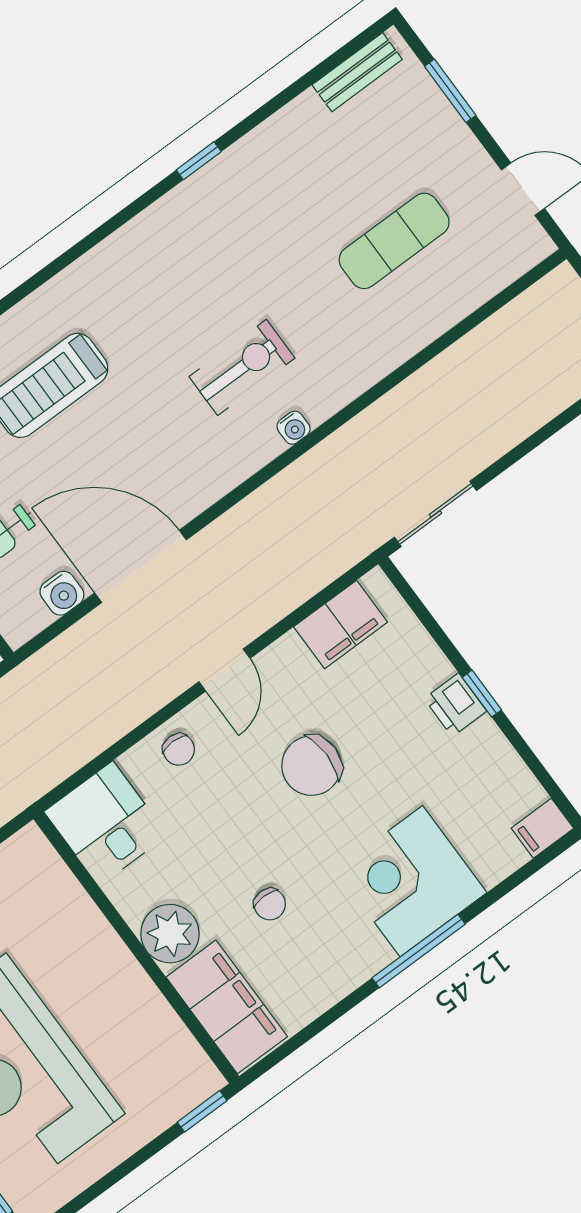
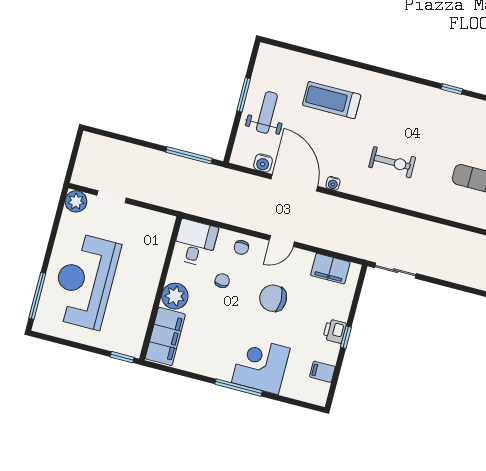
water cooler: (294, 428) -> (333, 183), moved
filing cabinet: (542, 828) -> (322, 372), moved
chair: (270, 904) -> (222, 281), moved, turned 180

